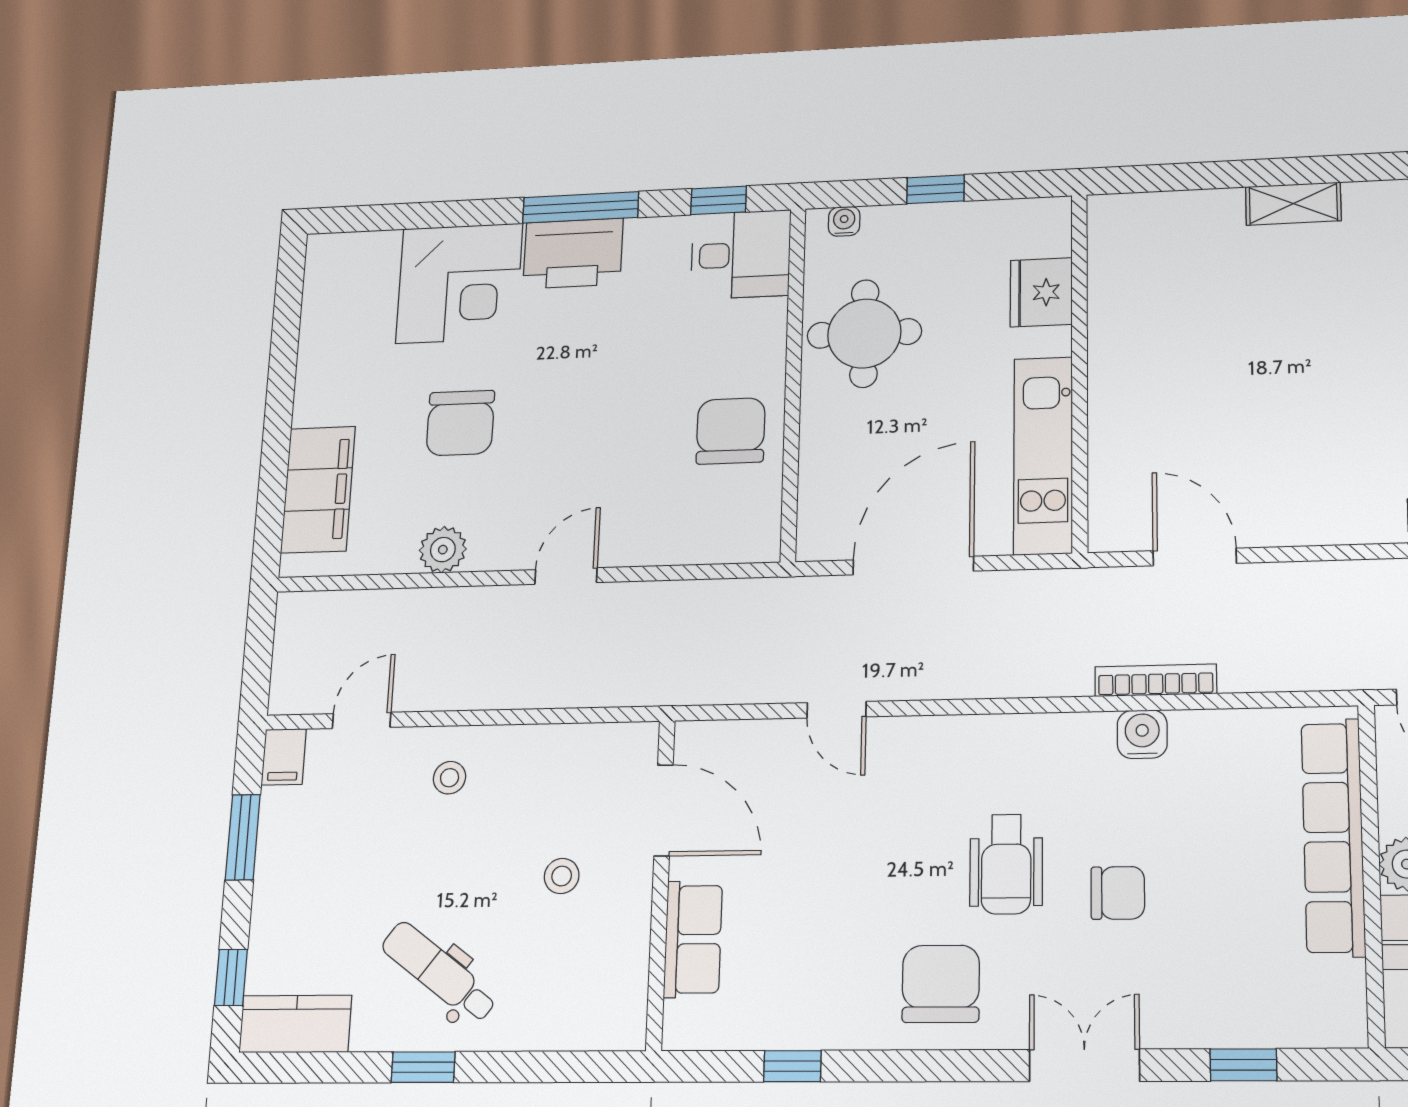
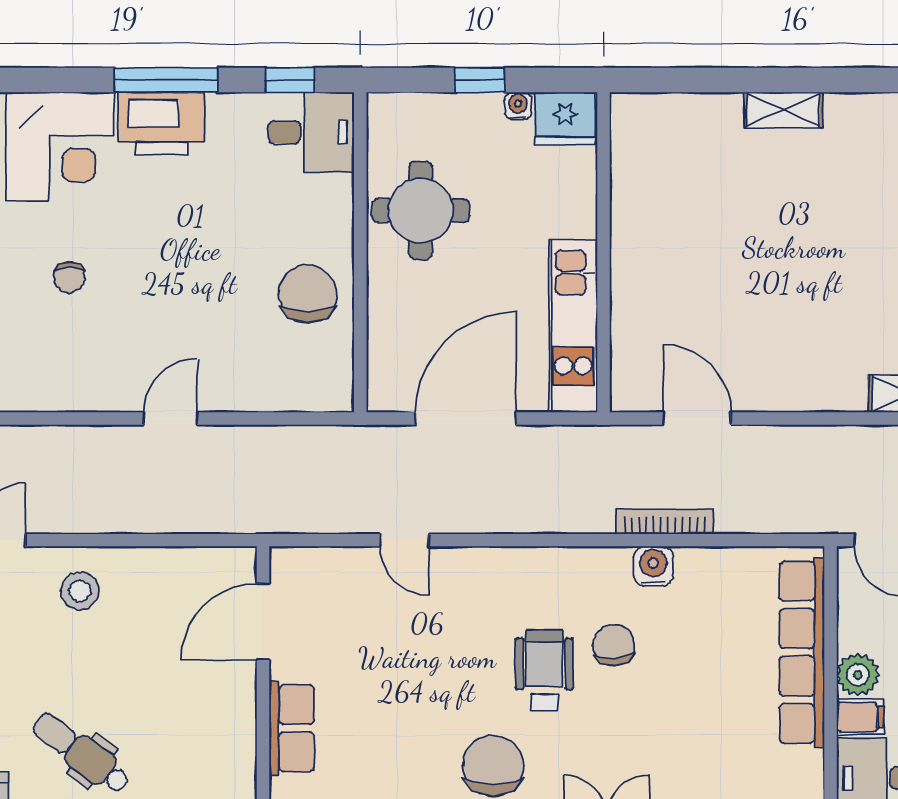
water cooler: (844, 221) -> (518, 106), moved
fridge: (1041, 292) -> (565, 118), moved, turned -90
chair: (460, 423) -> (69, 277), width x0.54, depth x0.54
plant: (443, 550) -> (61, 392), removed
stool: (450, 778) -> (80, 591), width x1.37, depth x1.37
door: (664, 810) -> (263, 622), swing flipped
wheelchair: (1006, 864) -> (544, 670), turned 180
stool: (562, 876) -> (180, 675), removed
chair: (1118, 893) -> (614, 645), moved, turned -93

